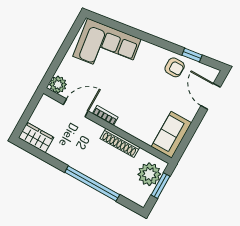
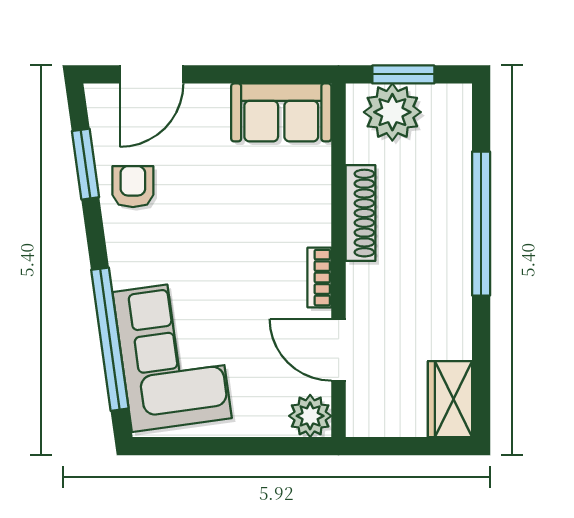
window: (125, 29) -> (110, 339), added
window: (192, 55) -> (85, 164), width x1.50

